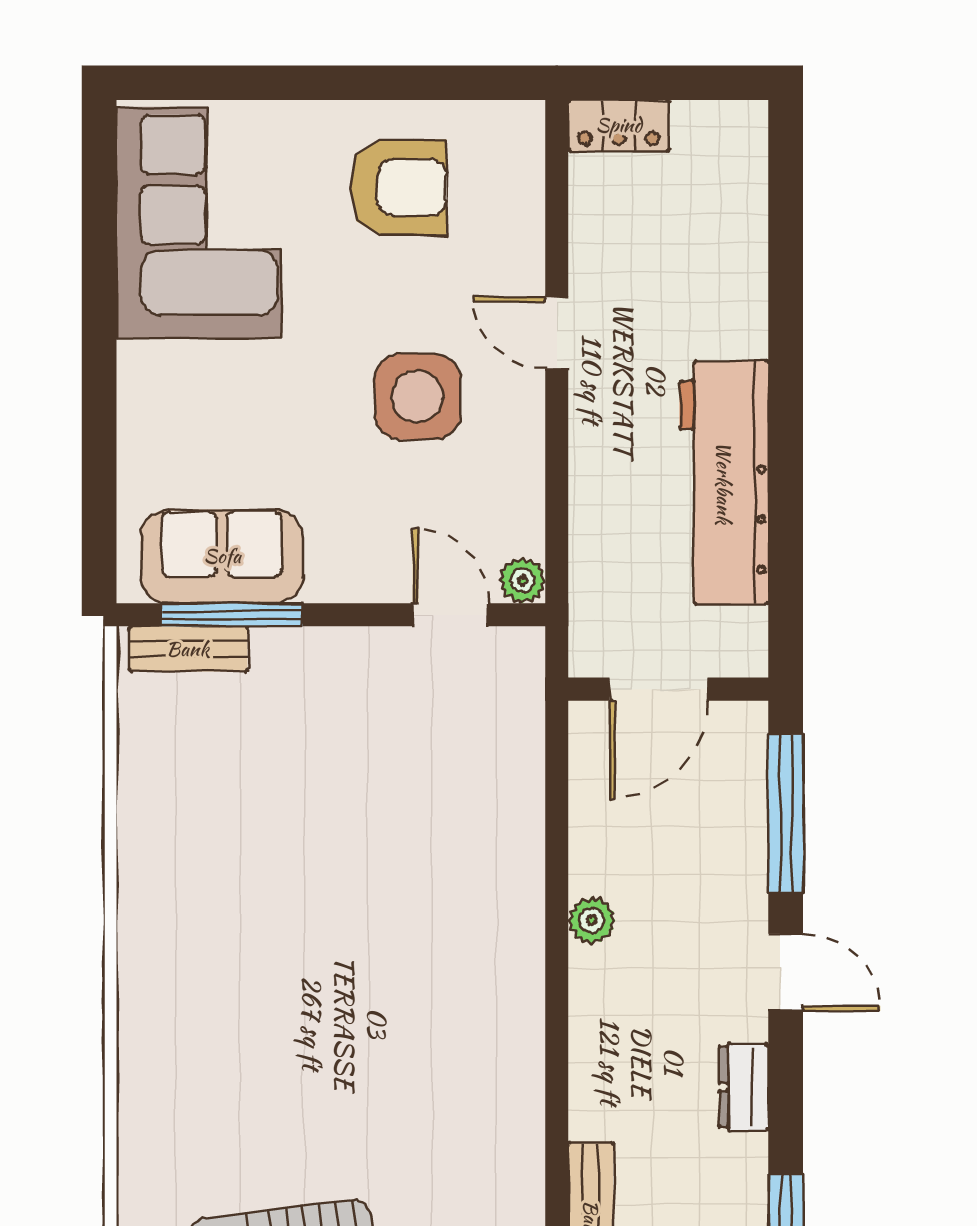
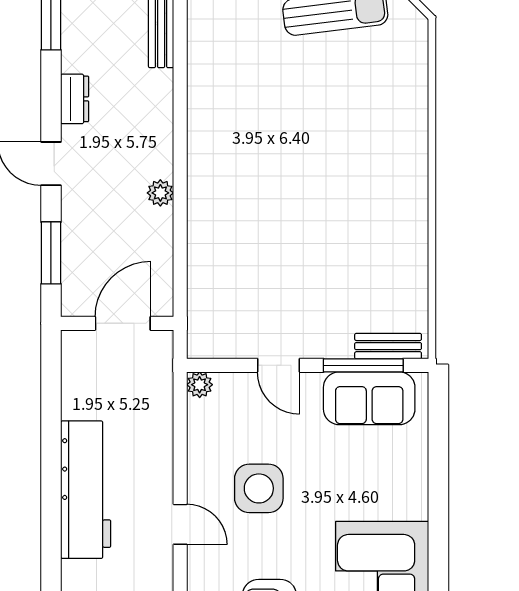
workbench: (724, 483) -> (86, 490), moved
door: (451, 615) -> (278, 365), moved
window: (786, 814) -> (51, 253), width x0.69

